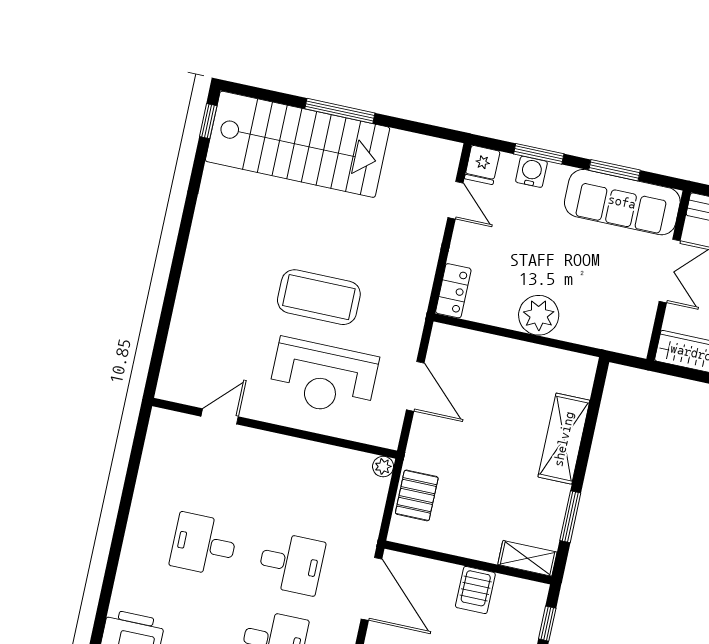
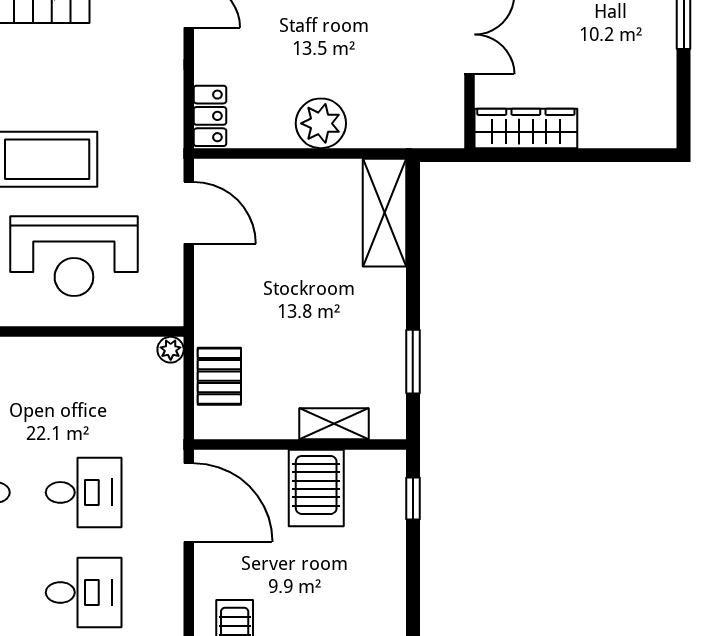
door: (415, 386) -> (189, 213), moved
shelving: (564, 439) -> (385, 213), moved
shelving: (527, 558) -> (334, 424), moved
server rack: (475, 590) -> (316, 488), width x1.36, depth x1.44

